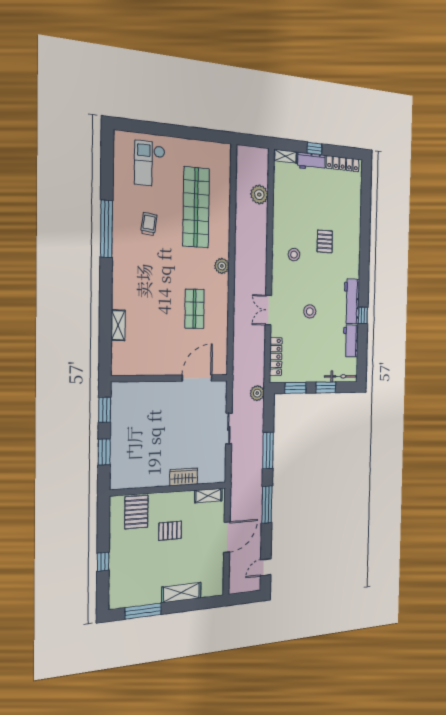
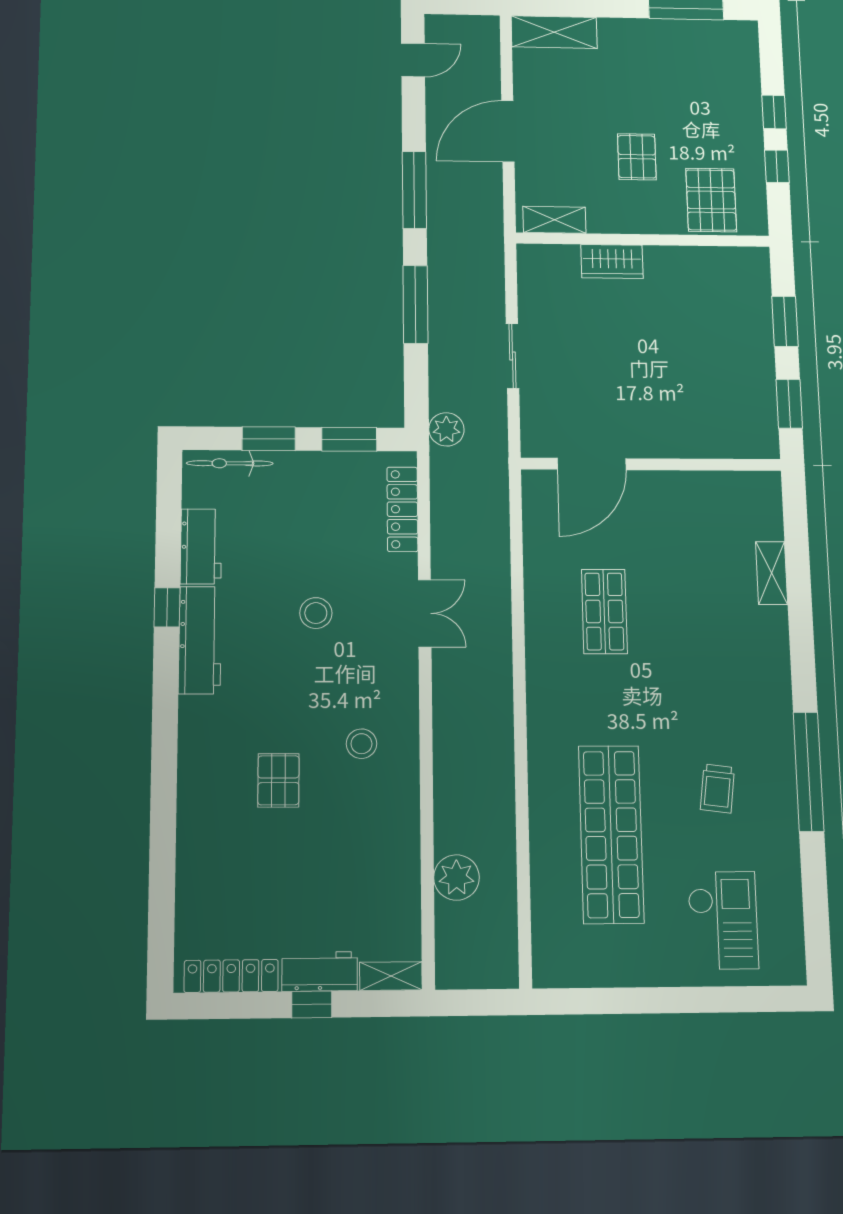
plant: (222, 266) -> (544, 708), removed
pallet: (170, 531) -> (637, 157), turned 90
window: (103, 533) -> (777, 166), added
shelving: (181, 593) -> (554, 32), moved

